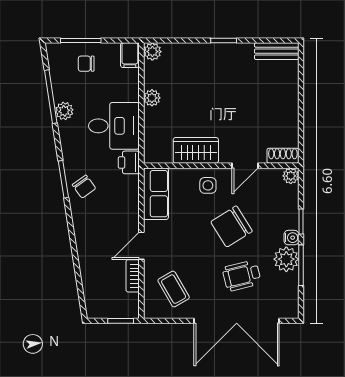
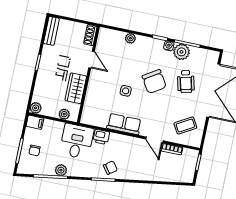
wardrobe: (196, 150) -> (76, 88), moved
shoe rack: (283, 156) -> (90, 35), moved
wall: (221, 166) -> (88, 74), moved
door: (245, 166) -> (92, 60), moved

